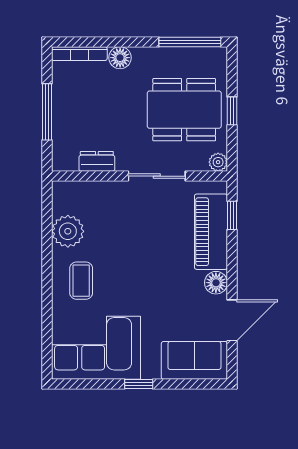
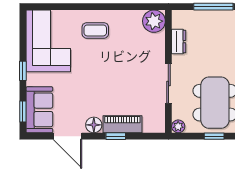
window: (232, 215) -> (116, 136), moved
plant: (68, 231) -> (154, 21), moved
piano: (211, 232) -> (122, 124), width x0.73, depth x0.75
window: (197, 384) -> (23, 111), added

